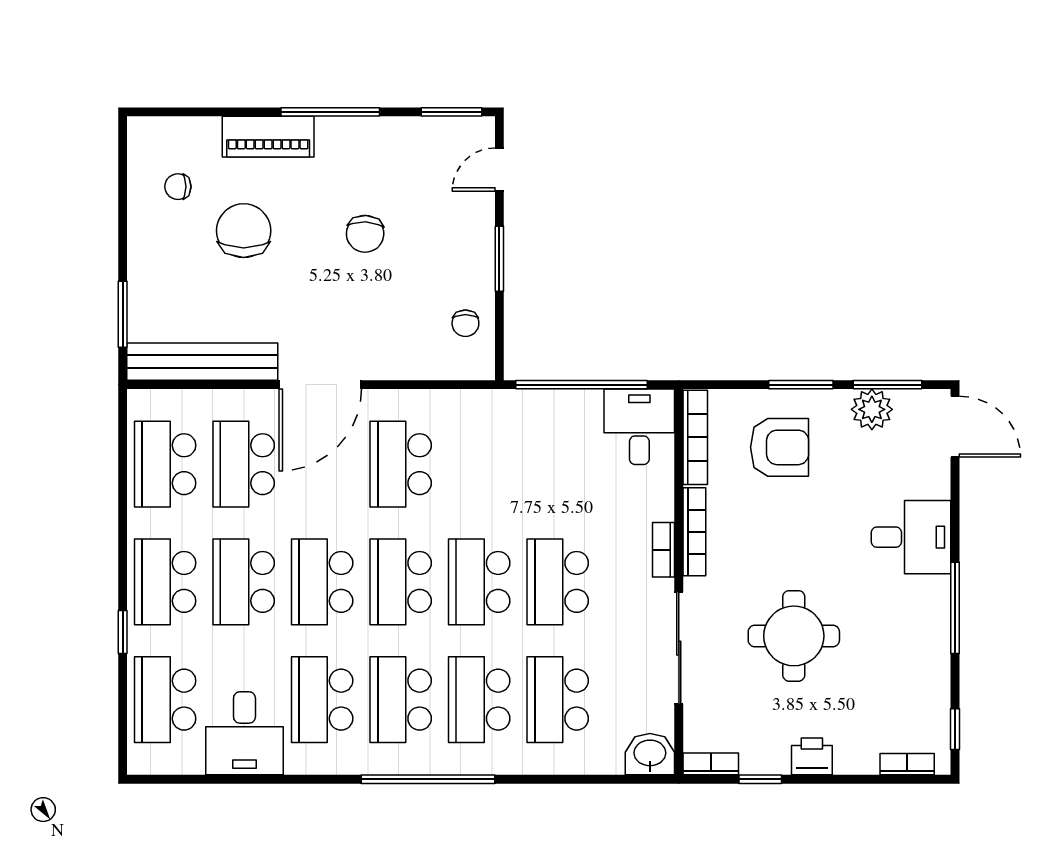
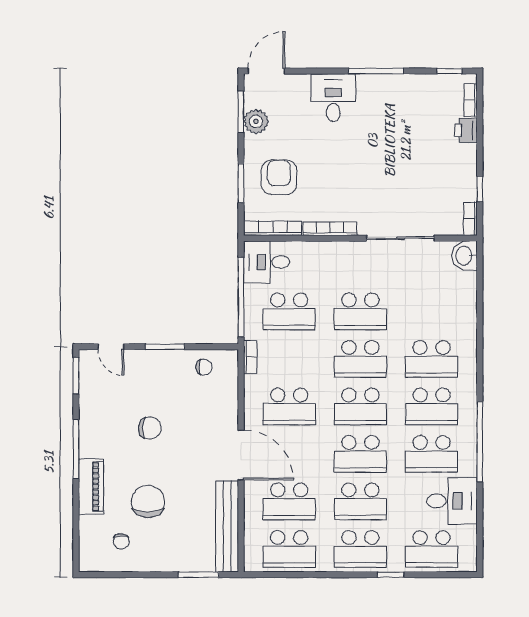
chair: (244, 231) -> (148, 501), turned 90
window: (801, 385) -> (241, 183), moved
bookcase: (664, 550) -> (250, 357), moved, turned -90
round table: (794, 636) -> (393, 169), removed
school desk: (558, 700) -> (289, 311), moved
printer: (812, 756) -> (466, 130), moved
window: (428, 779) -> (480, 442), moved

